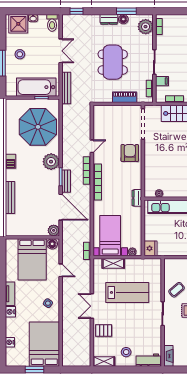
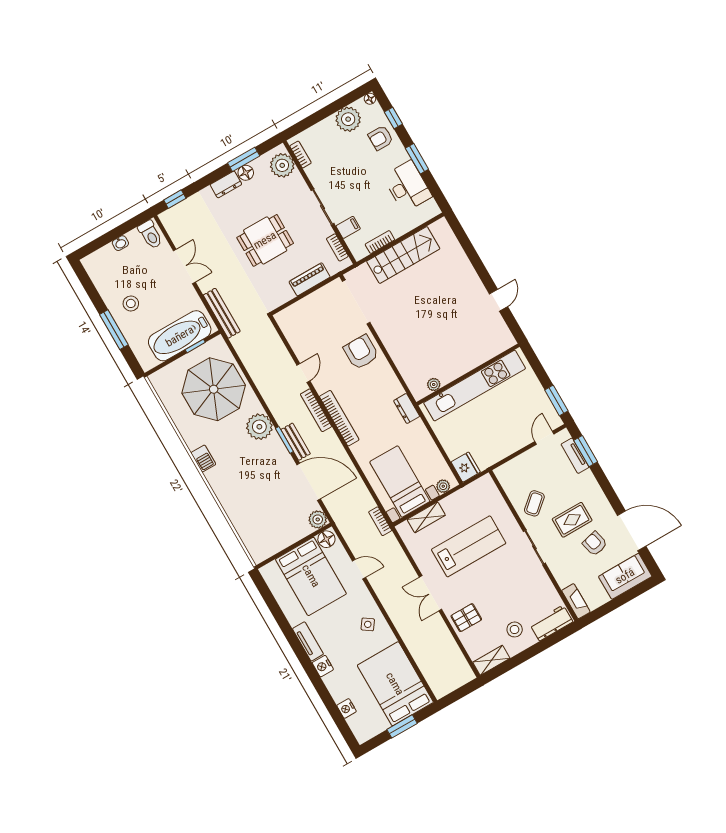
shower: (18, 24) -> (105, 263), removed
dining table: (113, 62) -> (265, 240), width x0.73
bench: (10, 197) -> (231, 509), removed

